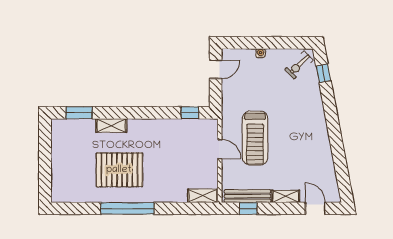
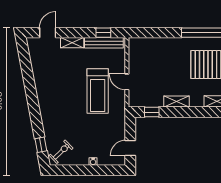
treadmill: (255, 138) -> (98, 91), turned 180
shelving: (203, 196) -> (176, 102), moved
door: (315, 208) -> (48, 33), swing flipped

